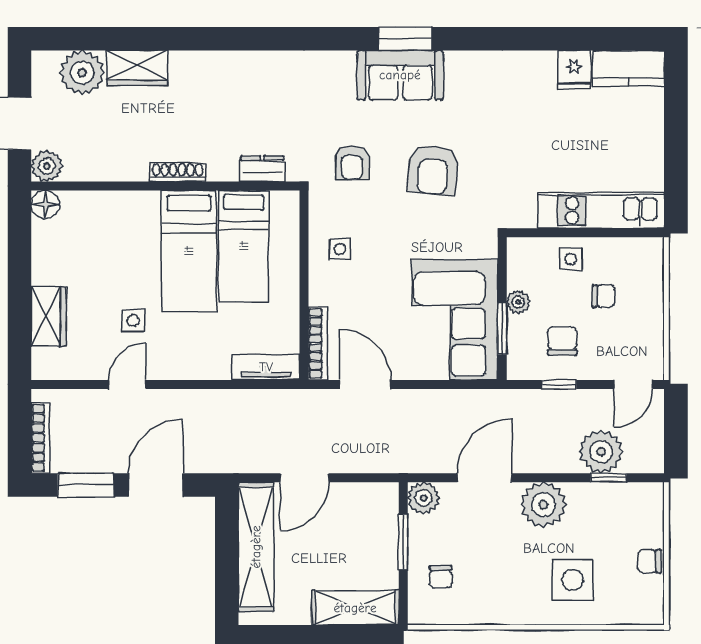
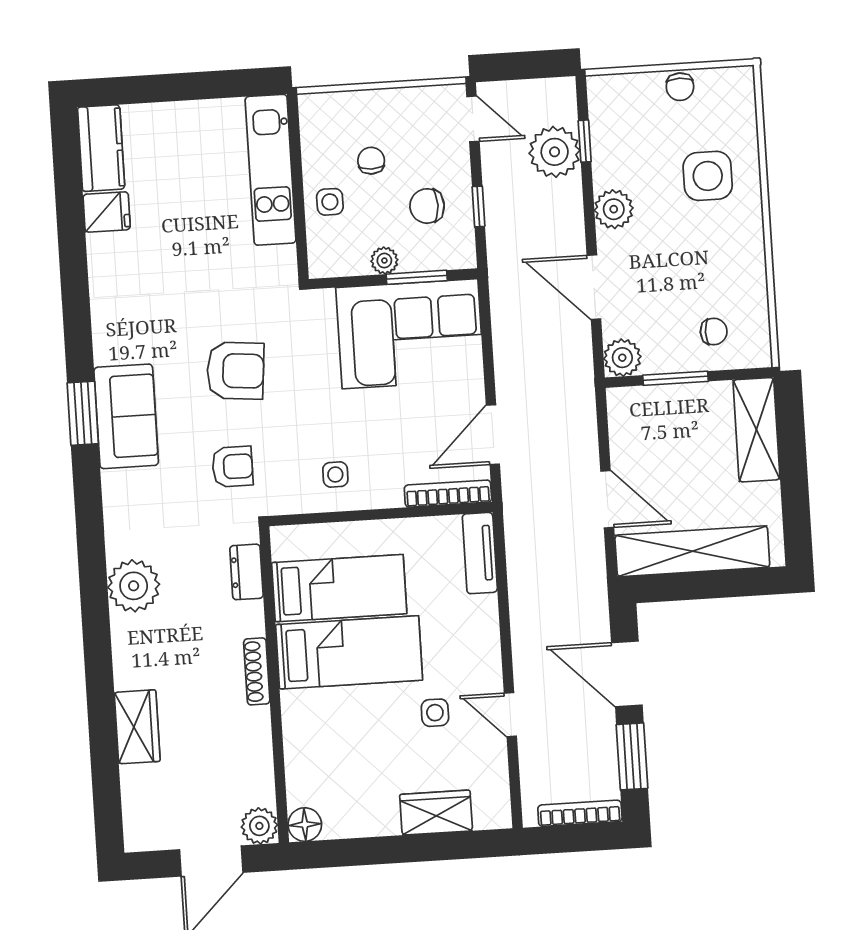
plant: (82, 73) -> (134, 586), moved
plant: (543, 505) -> (614, 209), width x0.73, depth x0.73

